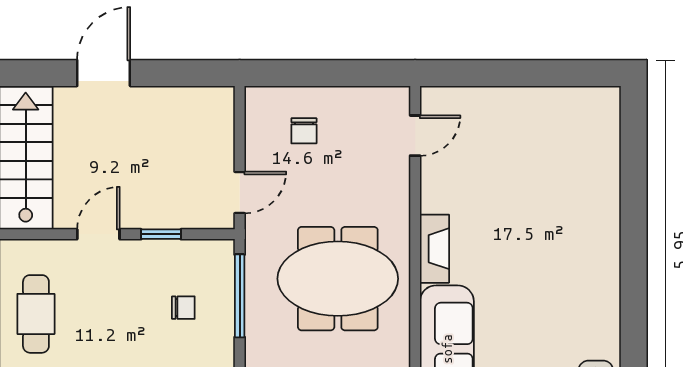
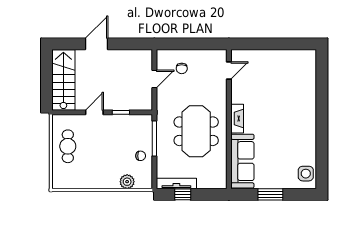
door: (240, 193) -> (154, 79), moved
meeting table: (338, 279) -> (196, 131), turned 90
chair: (183, 308) -> (141, 156), moved

